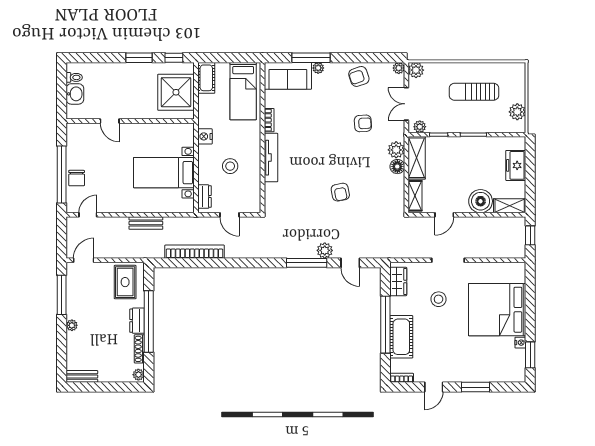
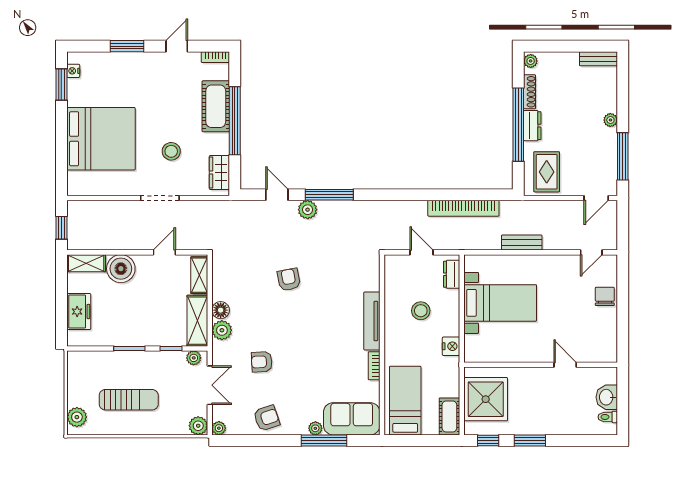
plant: (517, 112) -> (77, 417), moved
window: (62, 175) -> (623, 301), removed
nightstand: (520, 343) -> (73, 71), moved

